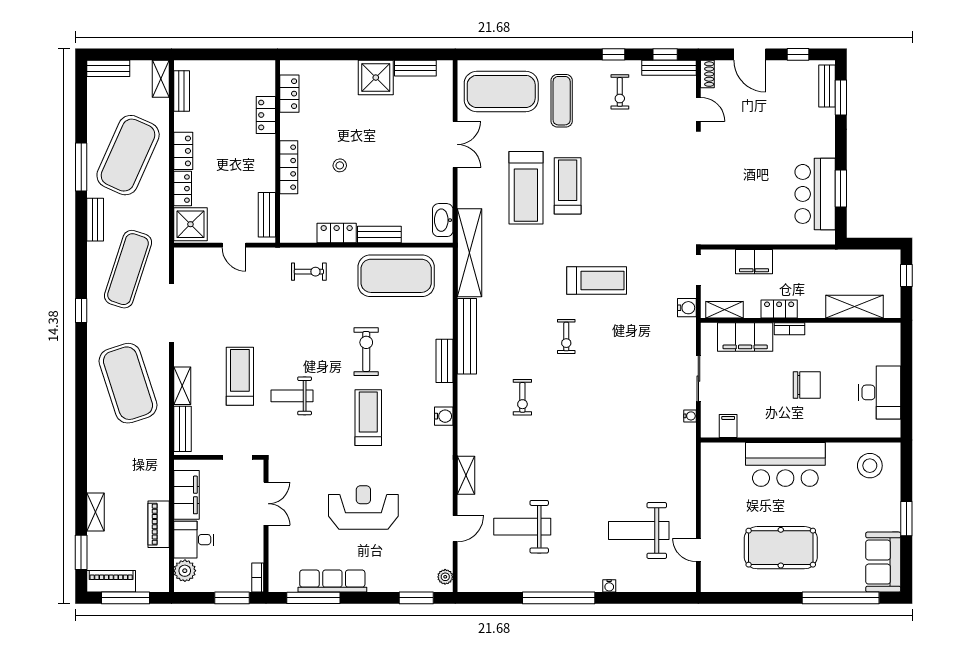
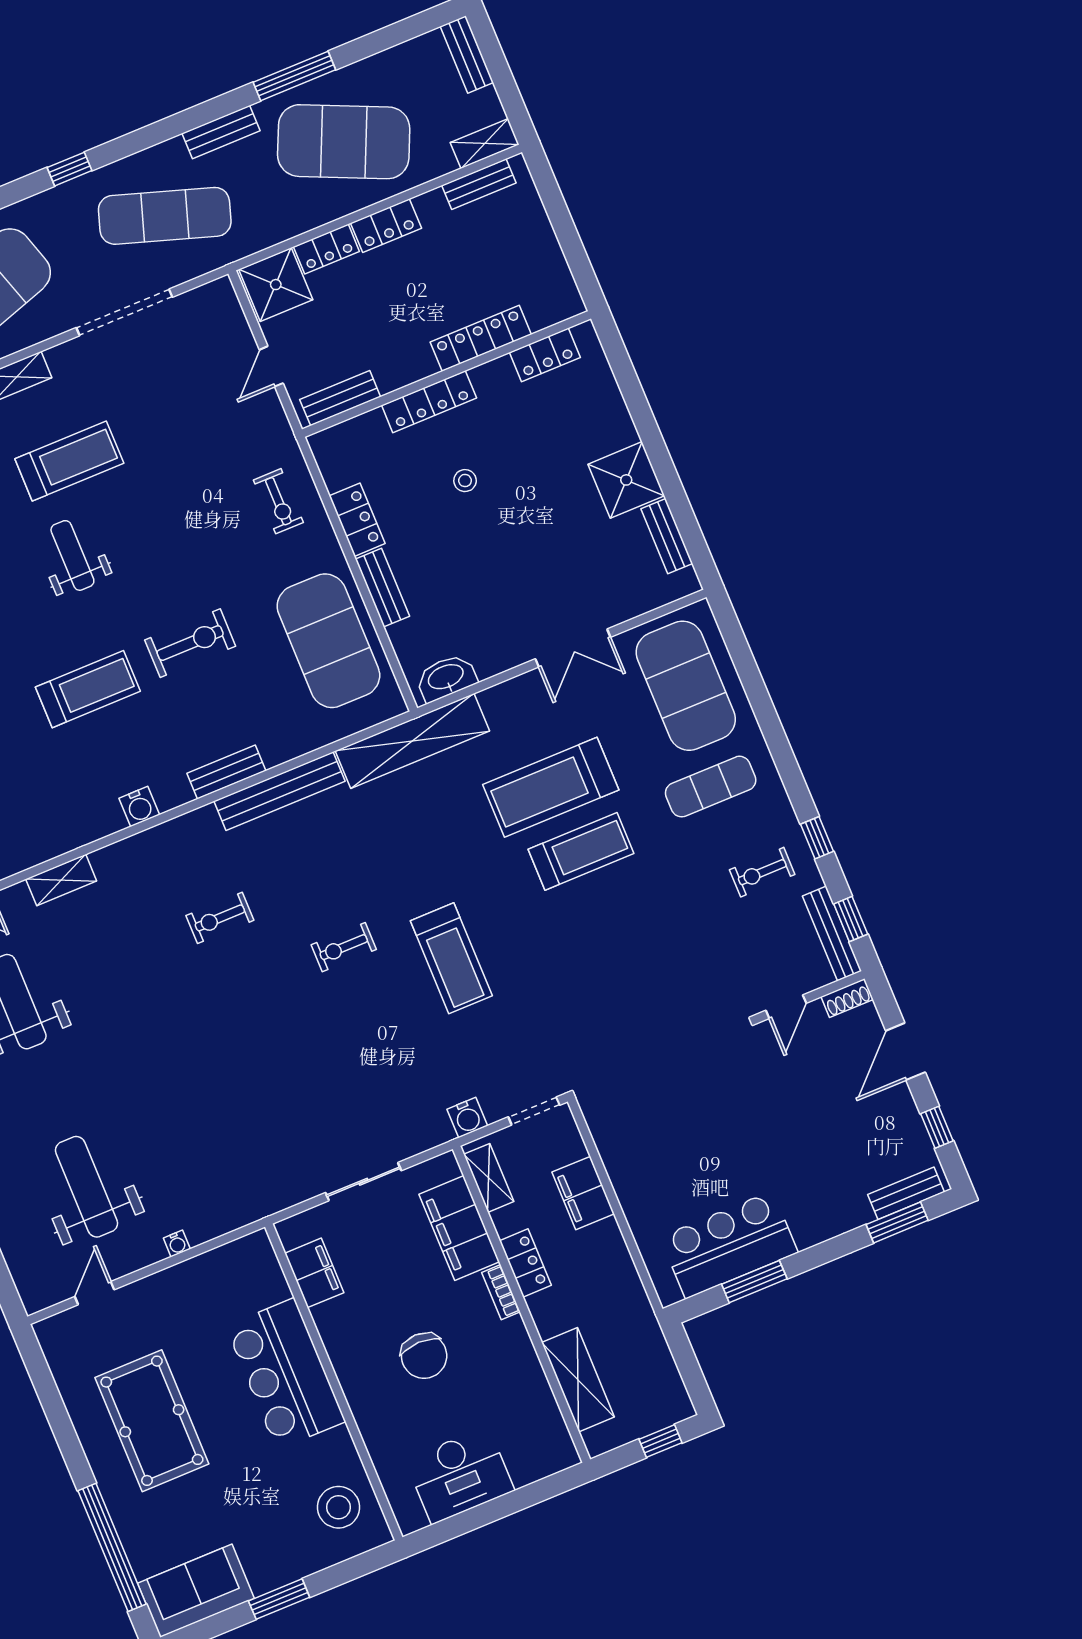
locker: (266, 115) -> (481, 338), width x1.53
water cooler: (690, 416) -> (177, 1243), moved
filing cabinet: (728, 426) -> (314, 1273), width x2.00

